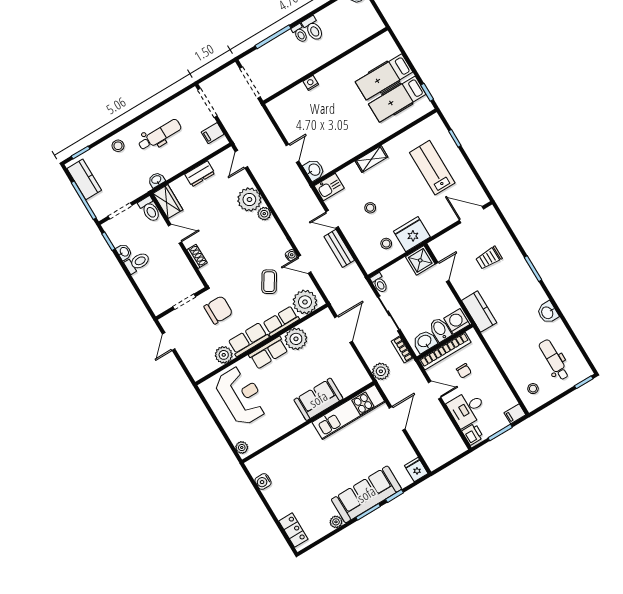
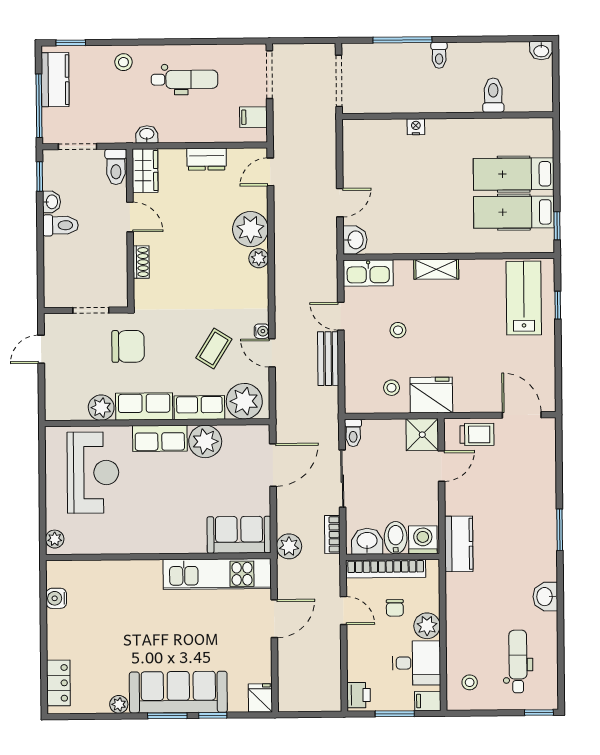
toilet: (313, 29) -> (493, 95), moved, turned 180
lab bench: (432, 168) -> (524, 298), moved
kitchen sink: (329, 187) -> (368, 273), width x1.38
trolley: (489, 258) -> (477, 434), moved, turned 180
plant: (489, 370) -> (427, 626), added
sofa: (318, 399) -> (239, 535), moved
desk: (467, 409) -> (416, 663), moved, turned 180

